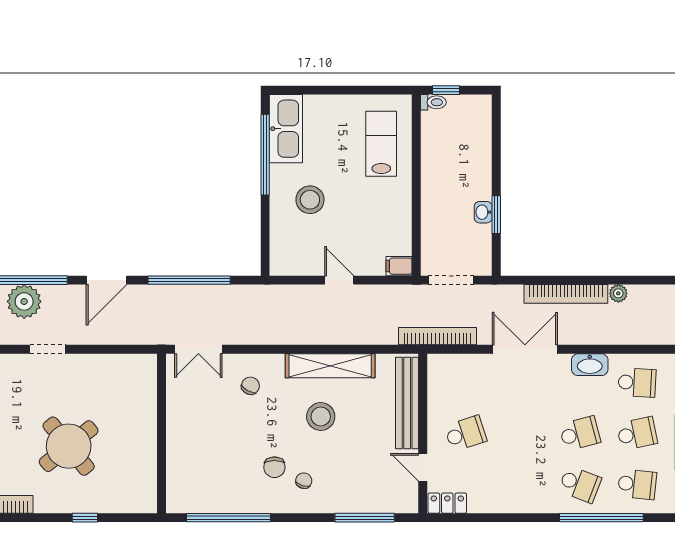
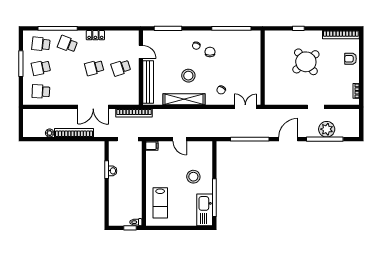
washbasin: (590, 365) -> (63, 100), removed
school desk: (580, 433) -> (94, 68), moved
locker: (447, 503) -> (95, 35), moved

